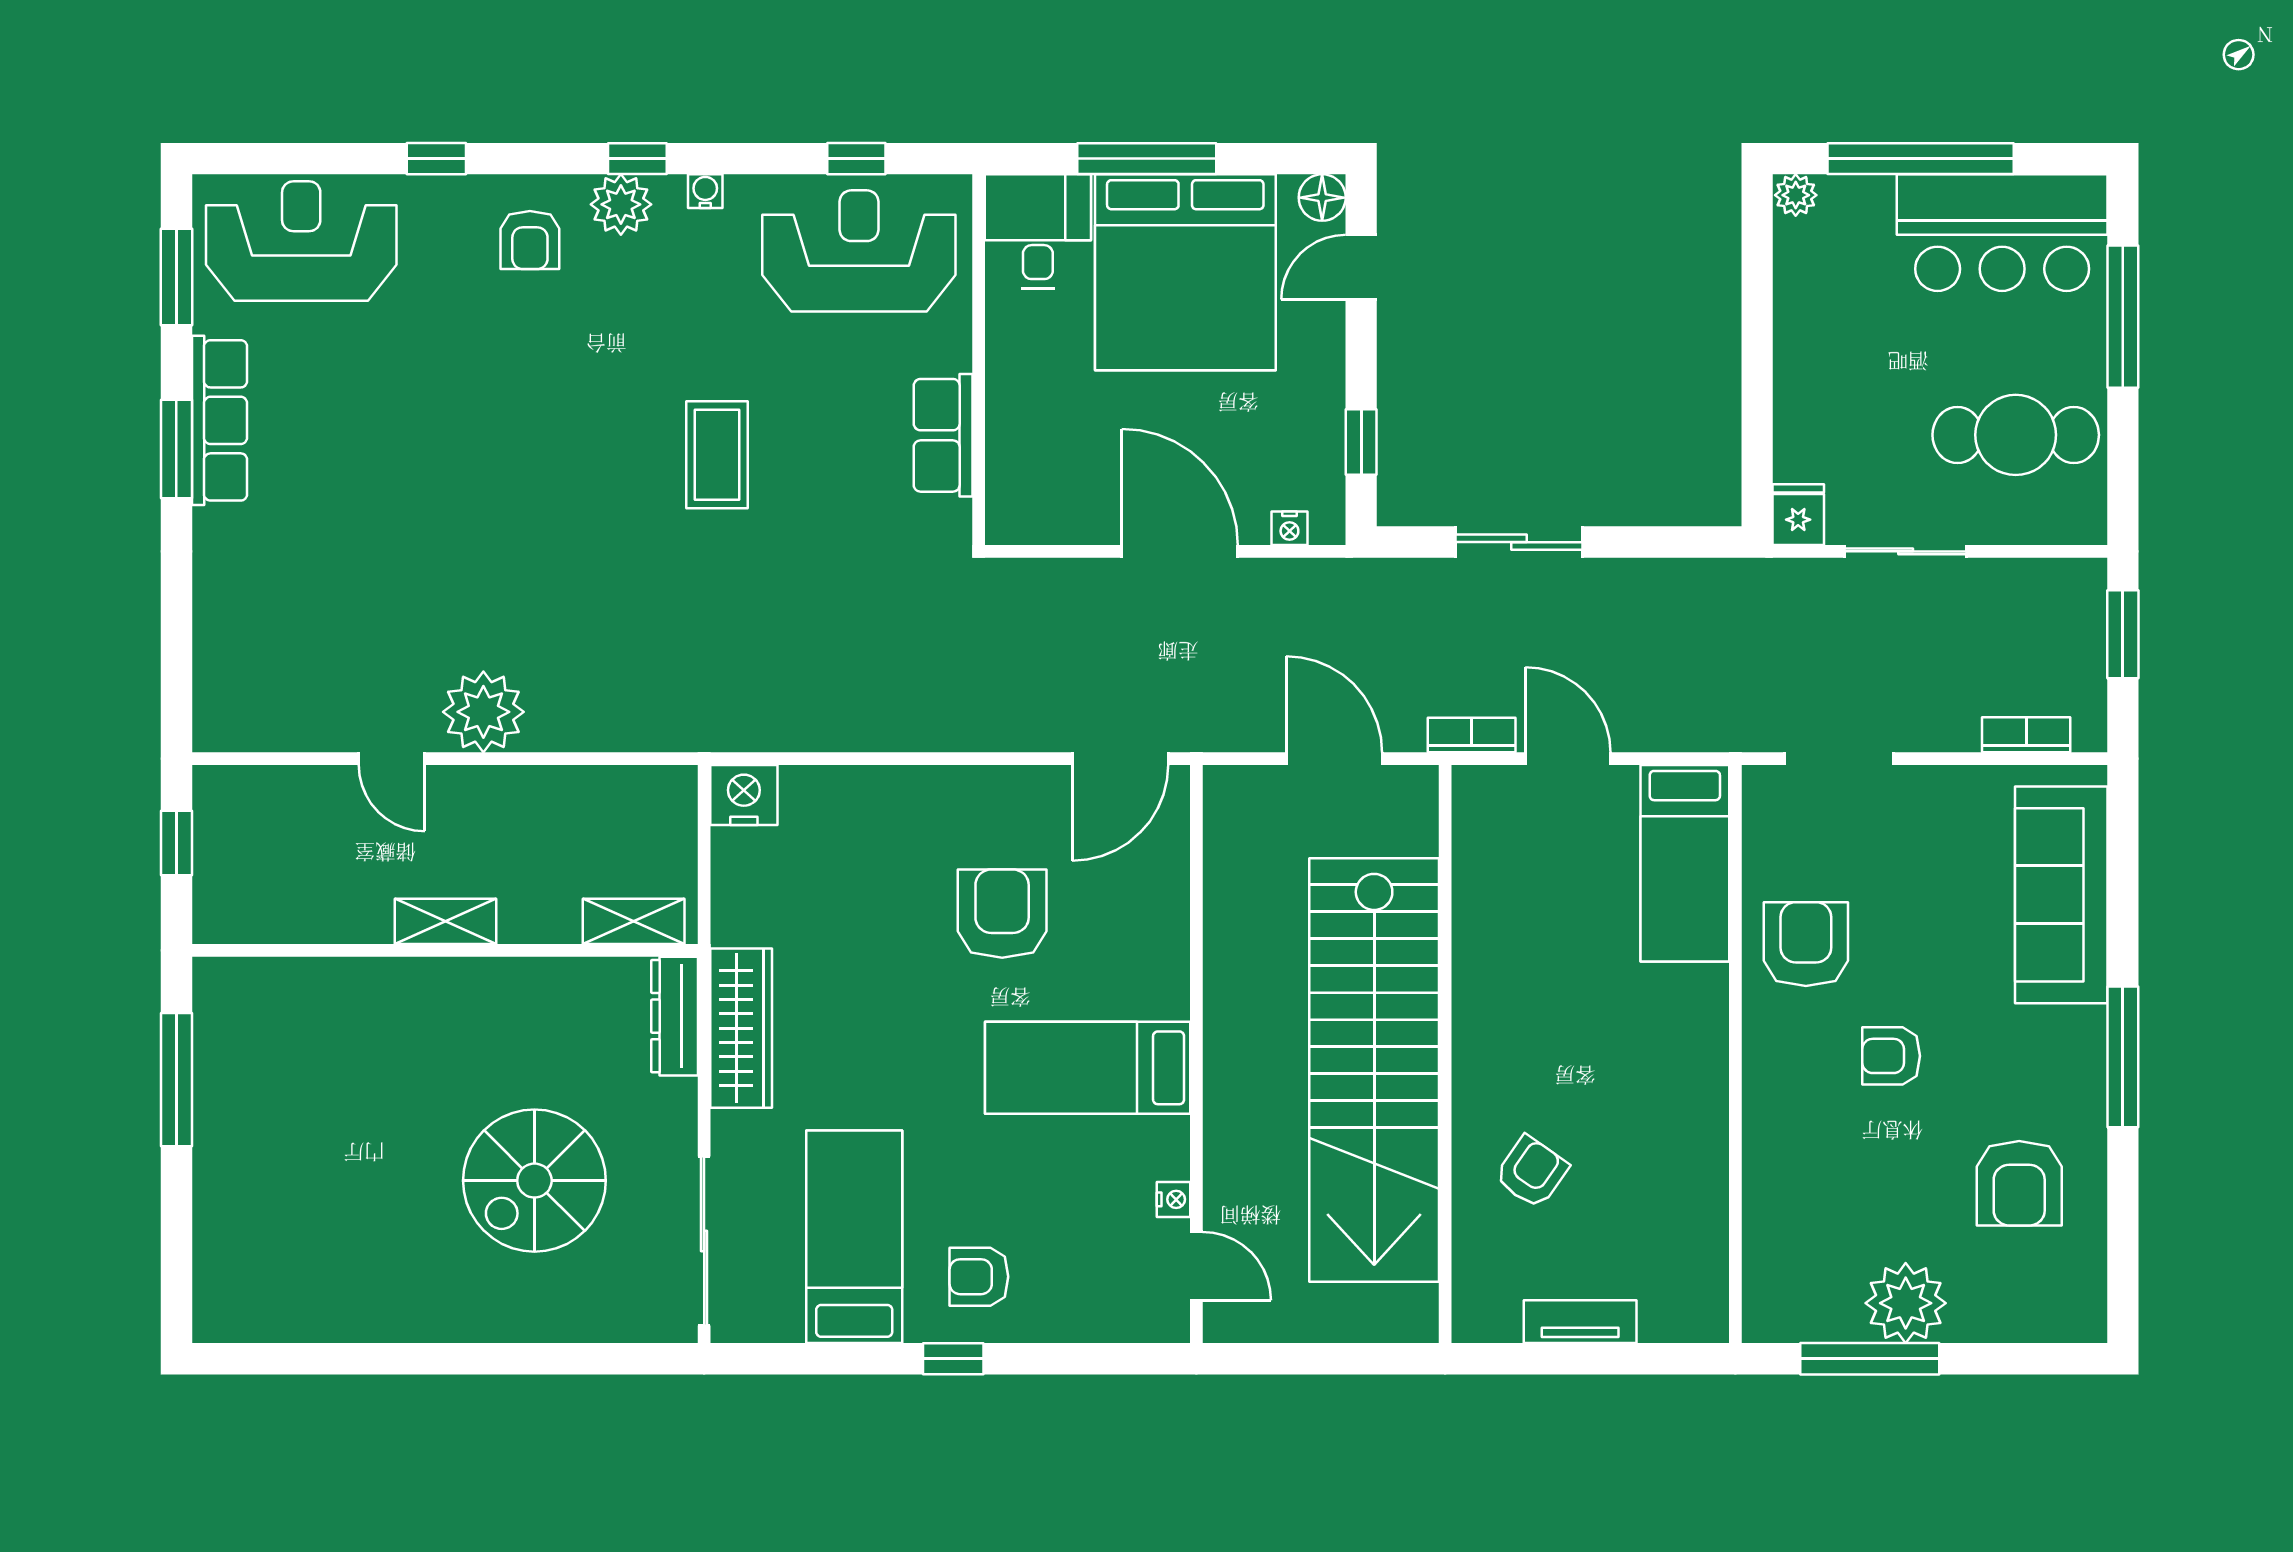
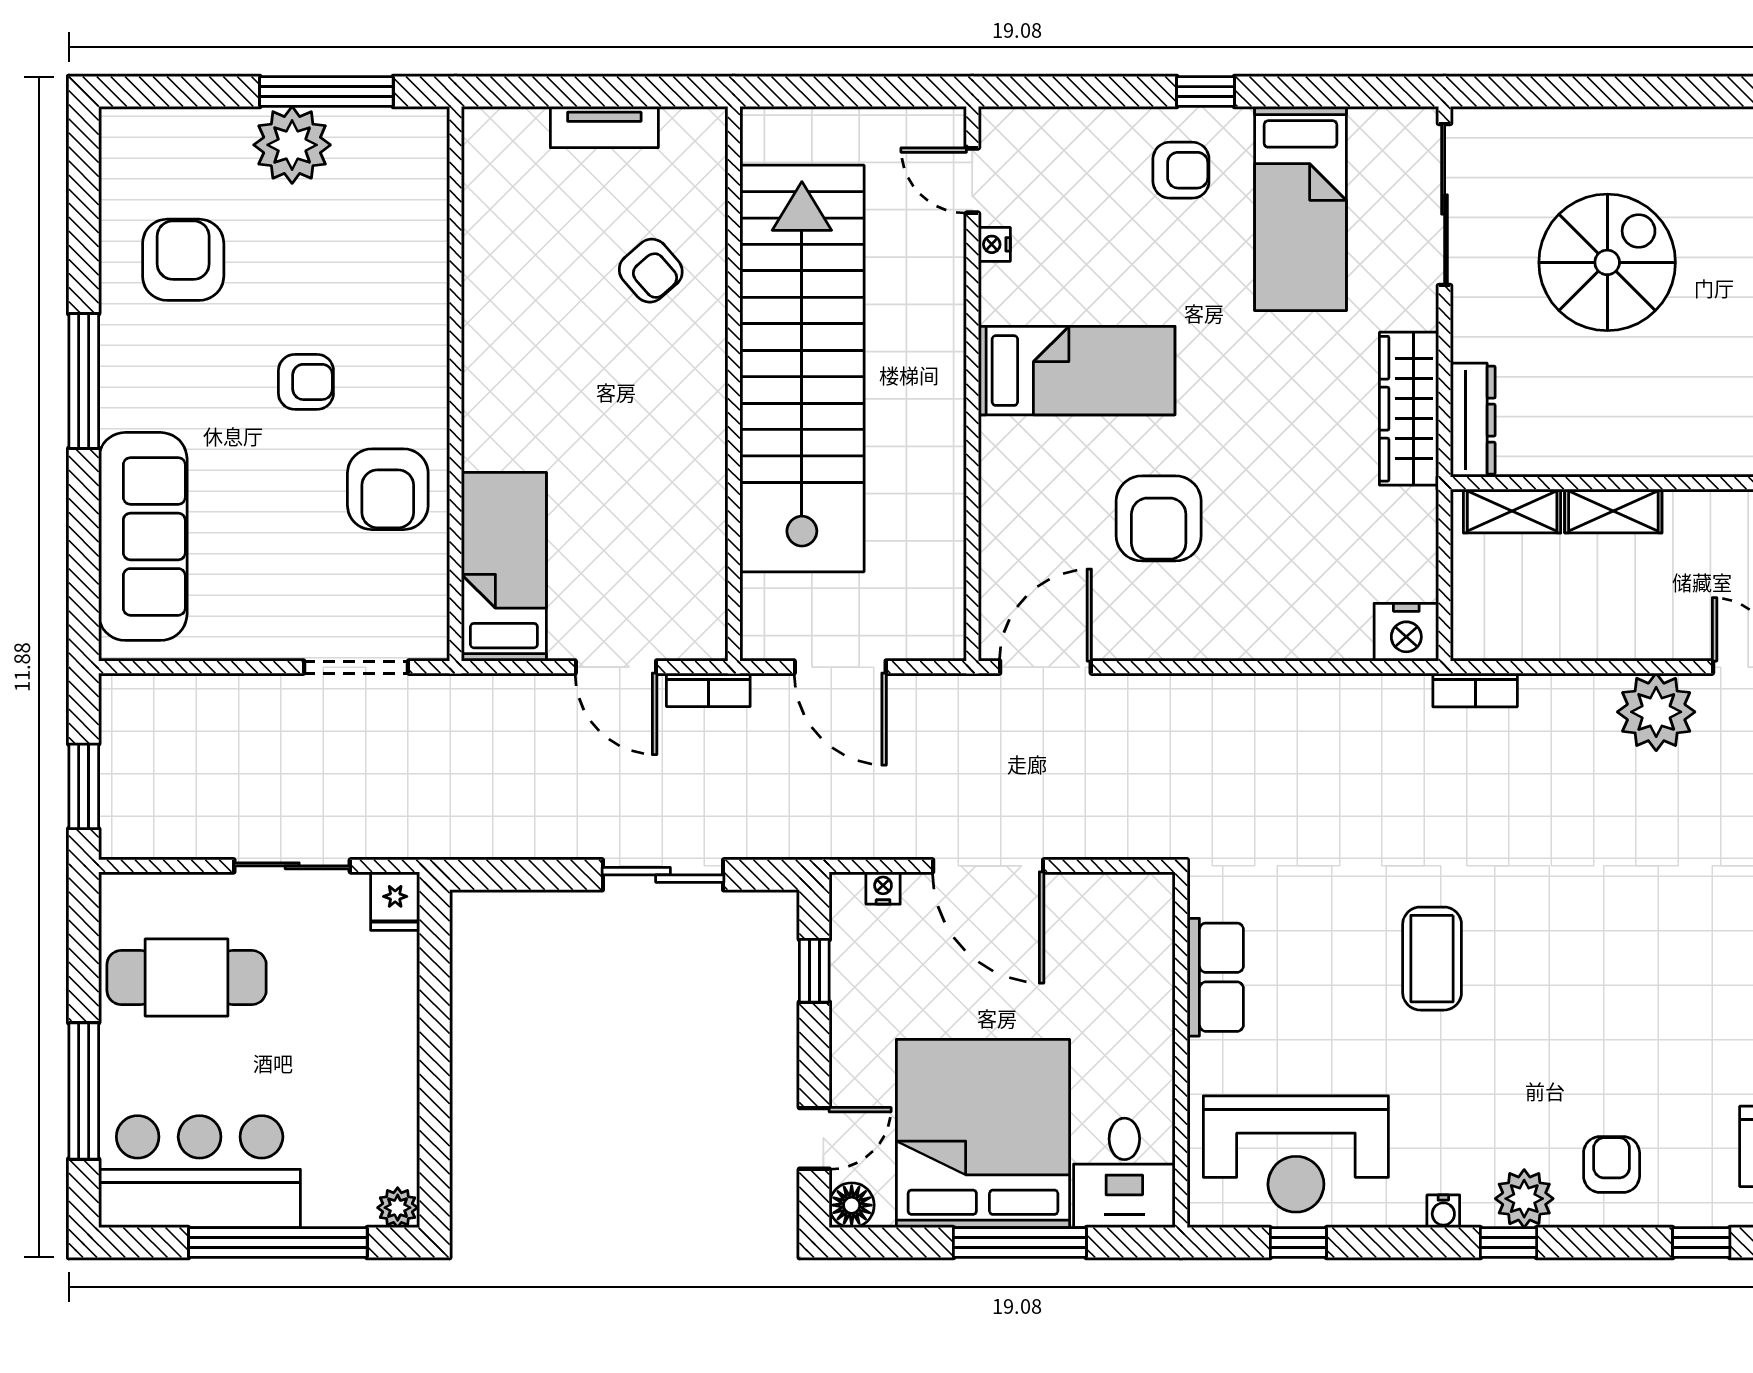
bookcase: (2026, 735) -> (1475, 690), moved
shelving: (446, 921) -> (1613, 511), moved
armchair: (1532, 1172) -> (651, 271), turned -76

